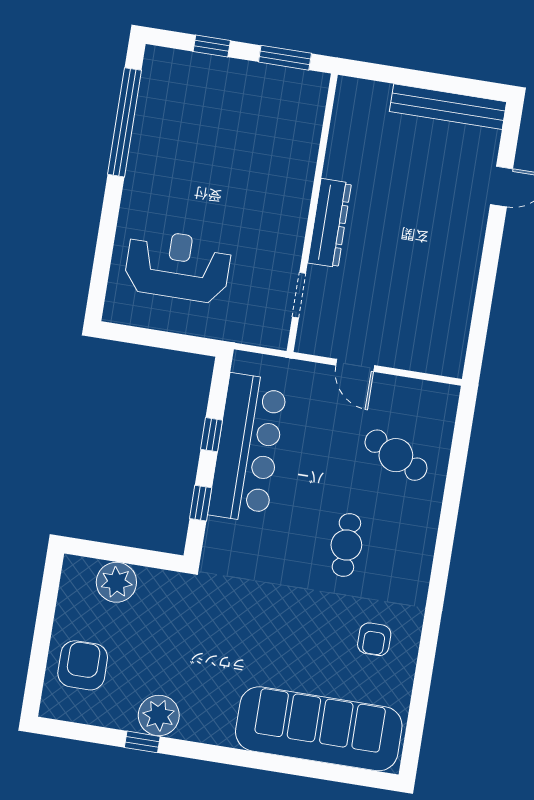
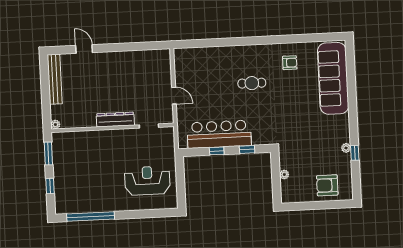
plant: (347, 87) -> (55, 124), added
reception desk: (178, 266) -> (147, 181), turned 90
door: (355, 365) -> (174, 96), hinge flipped
cafe table: (396, 455) -> (209, 70), removed
plant: (116, 582) -> (284, 174), width x0.53, depth x0.53
plant: (159, 715) -> (346, 148), width x0.53, depth x0.53

